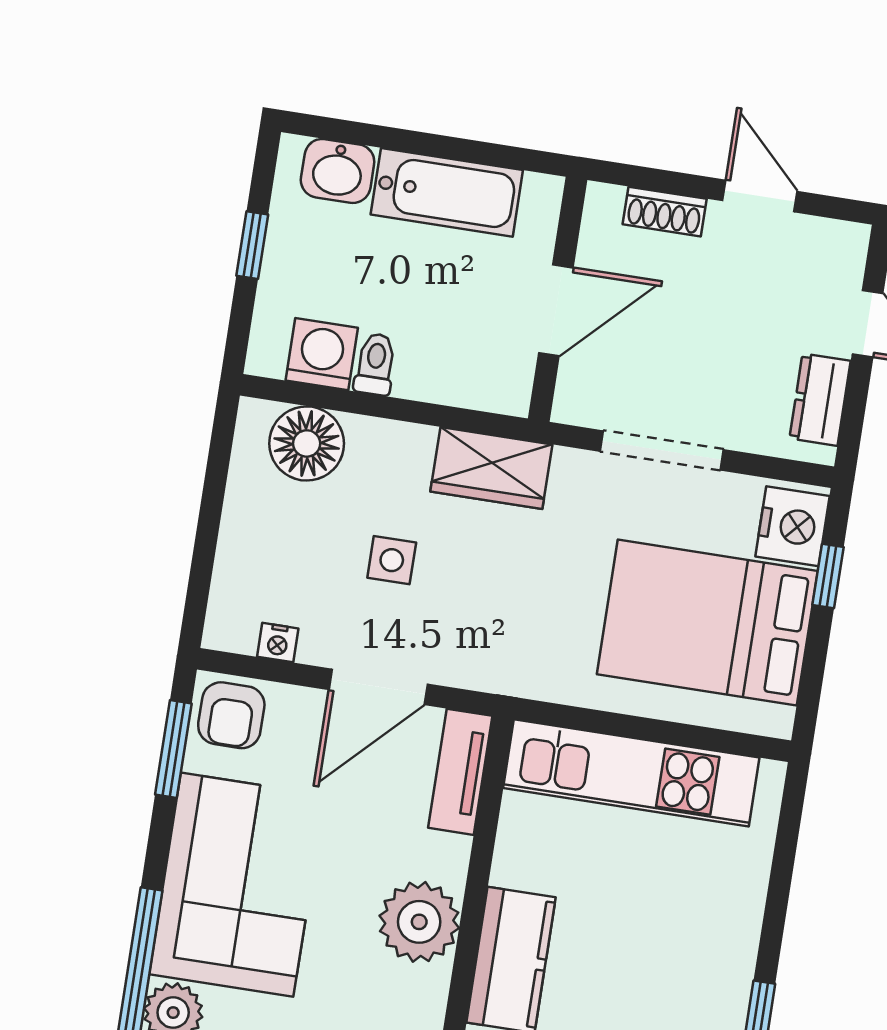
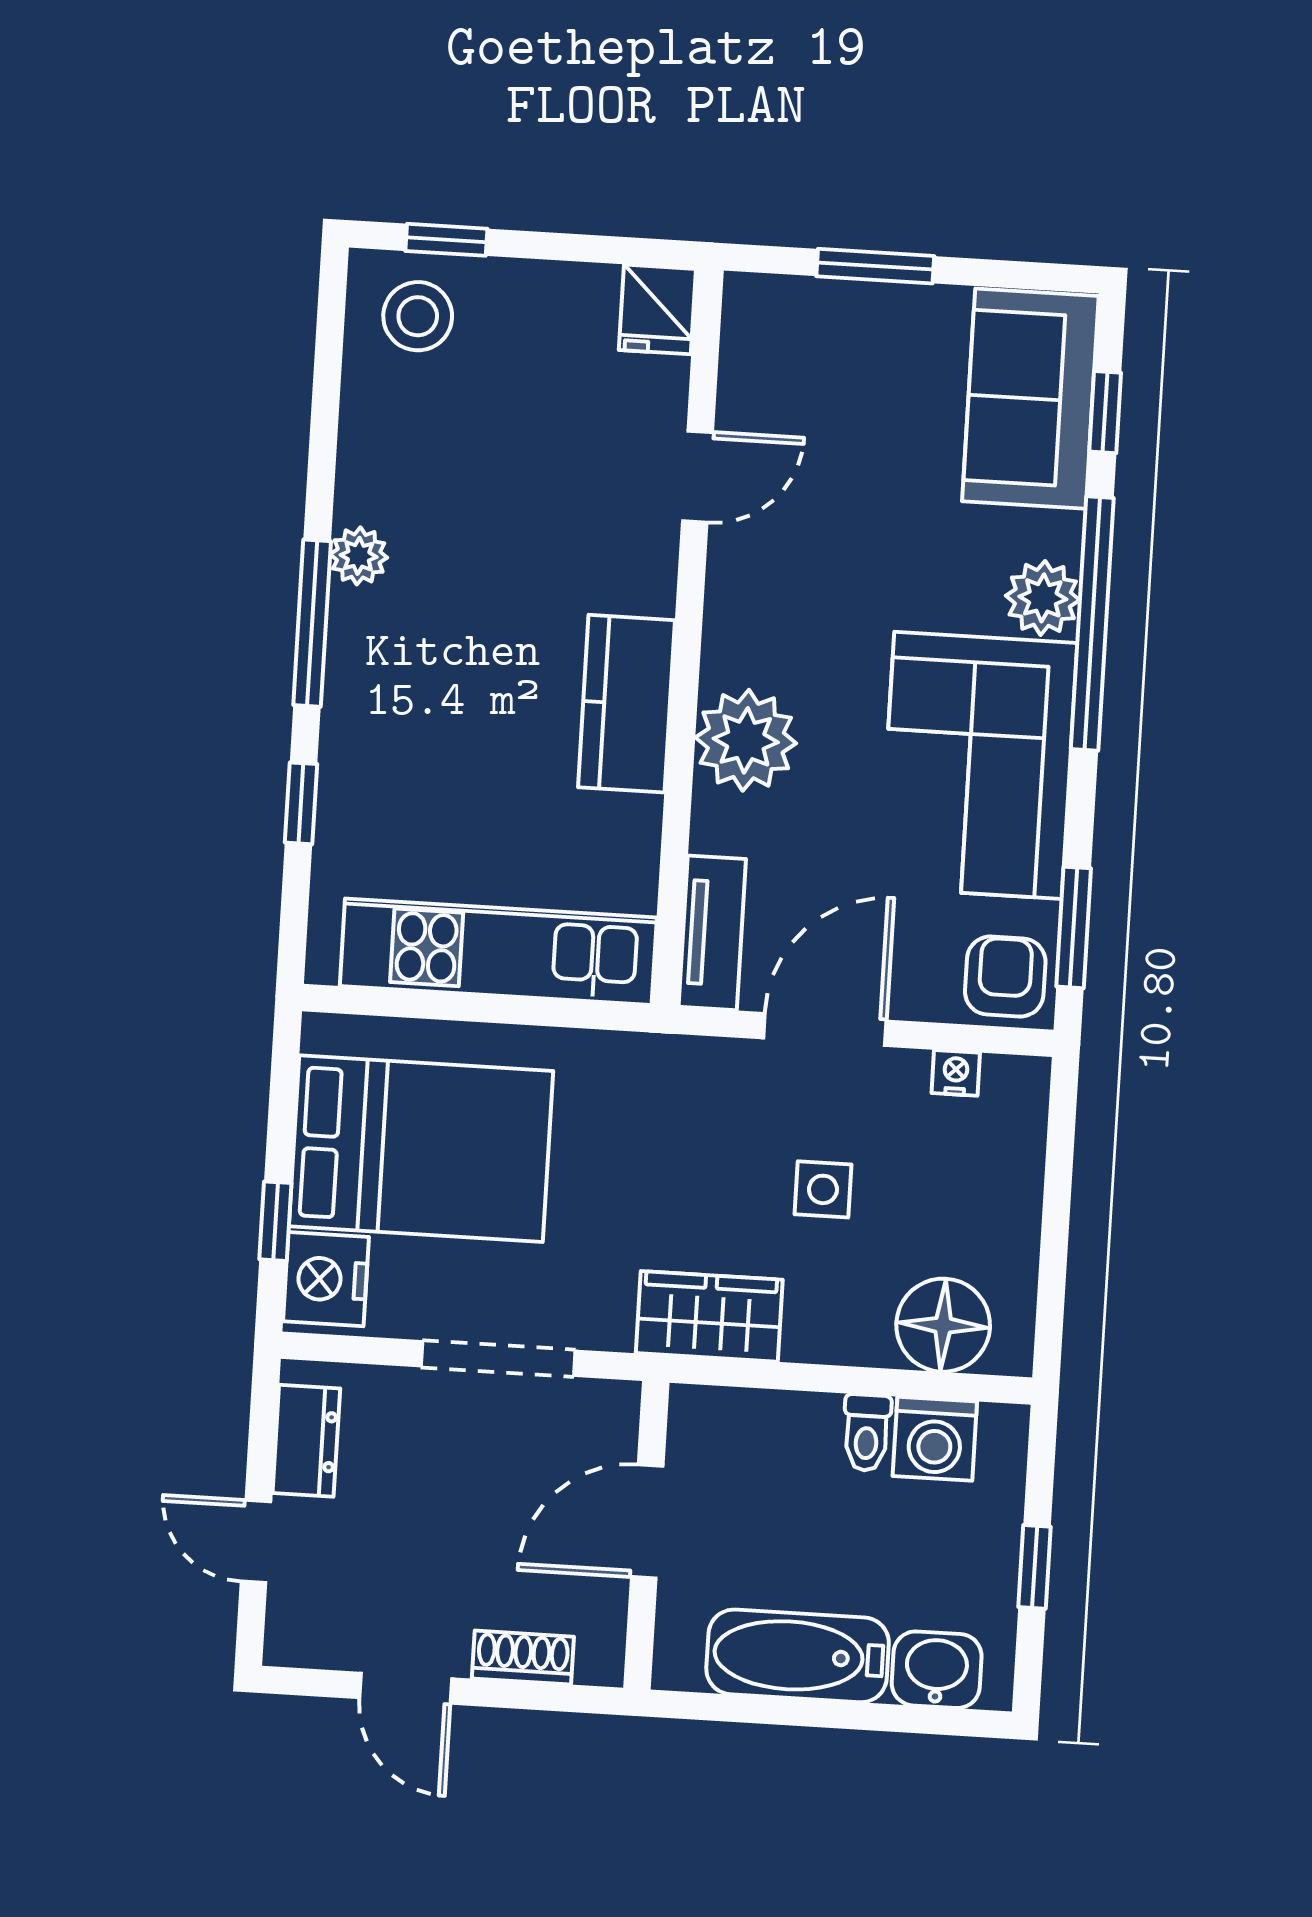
window: (776, 905) -> (301, 803), added

